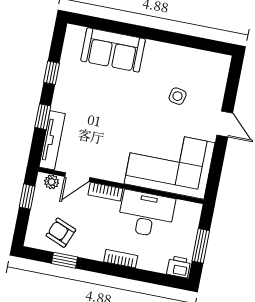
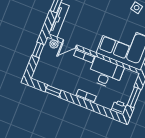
armchair: (61, 233) -> (54, 75), removed

